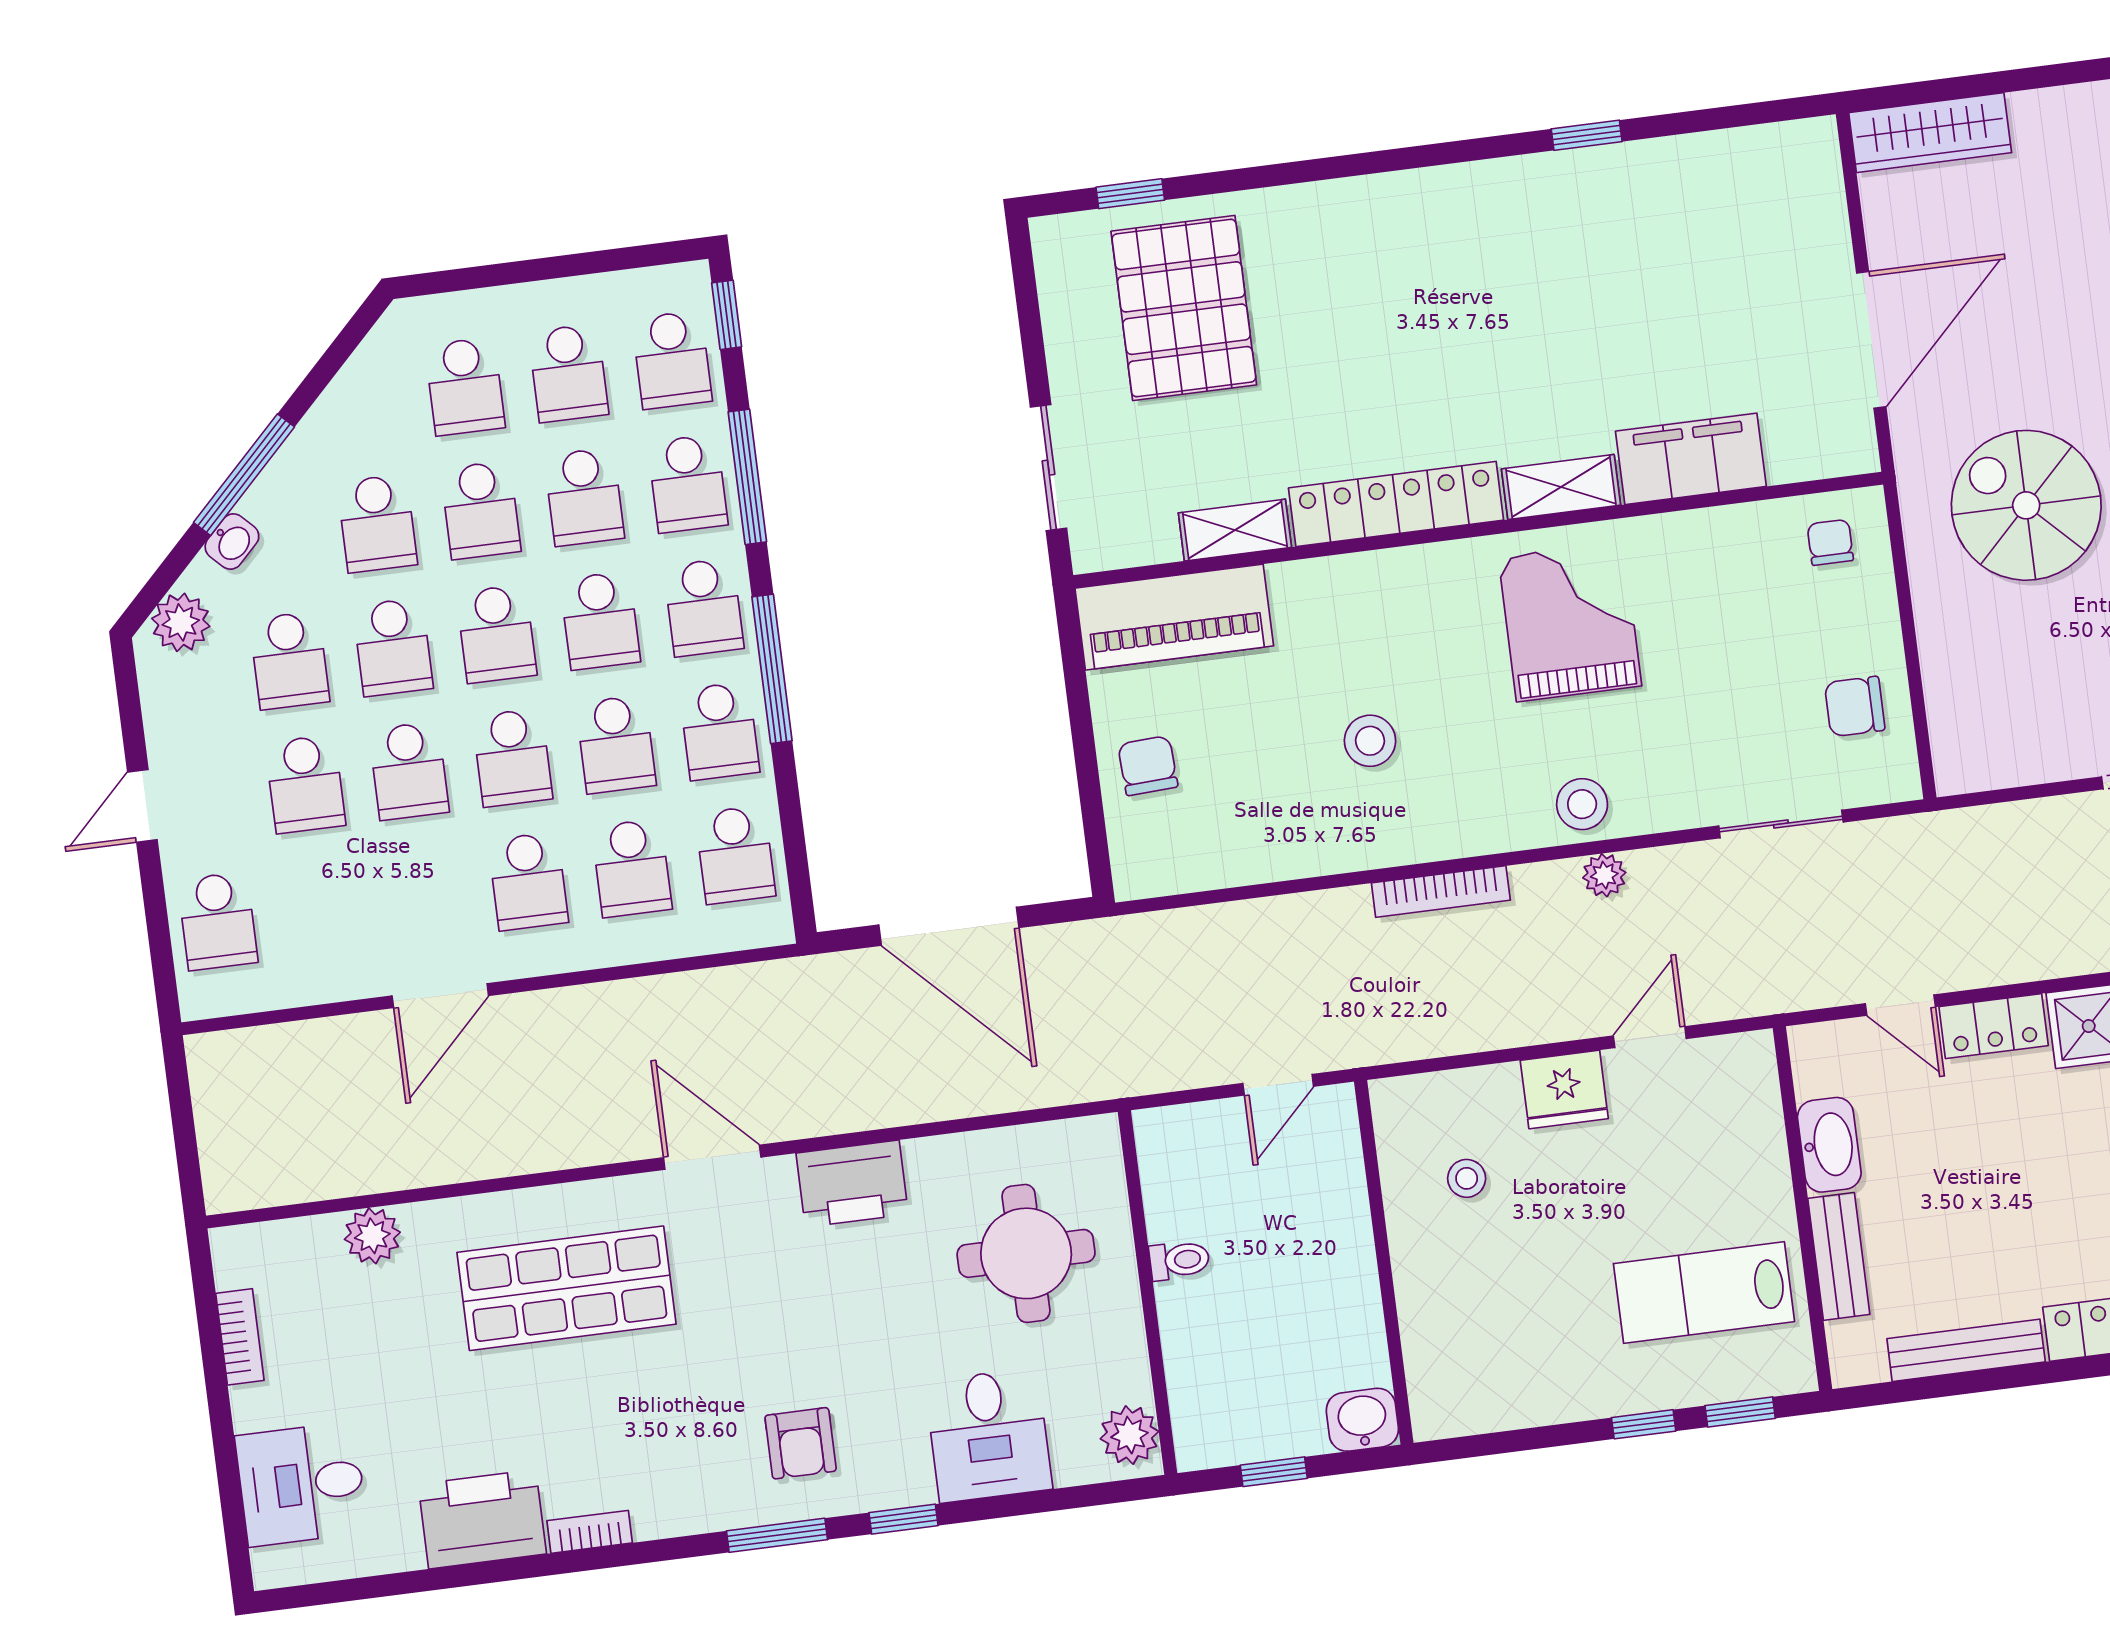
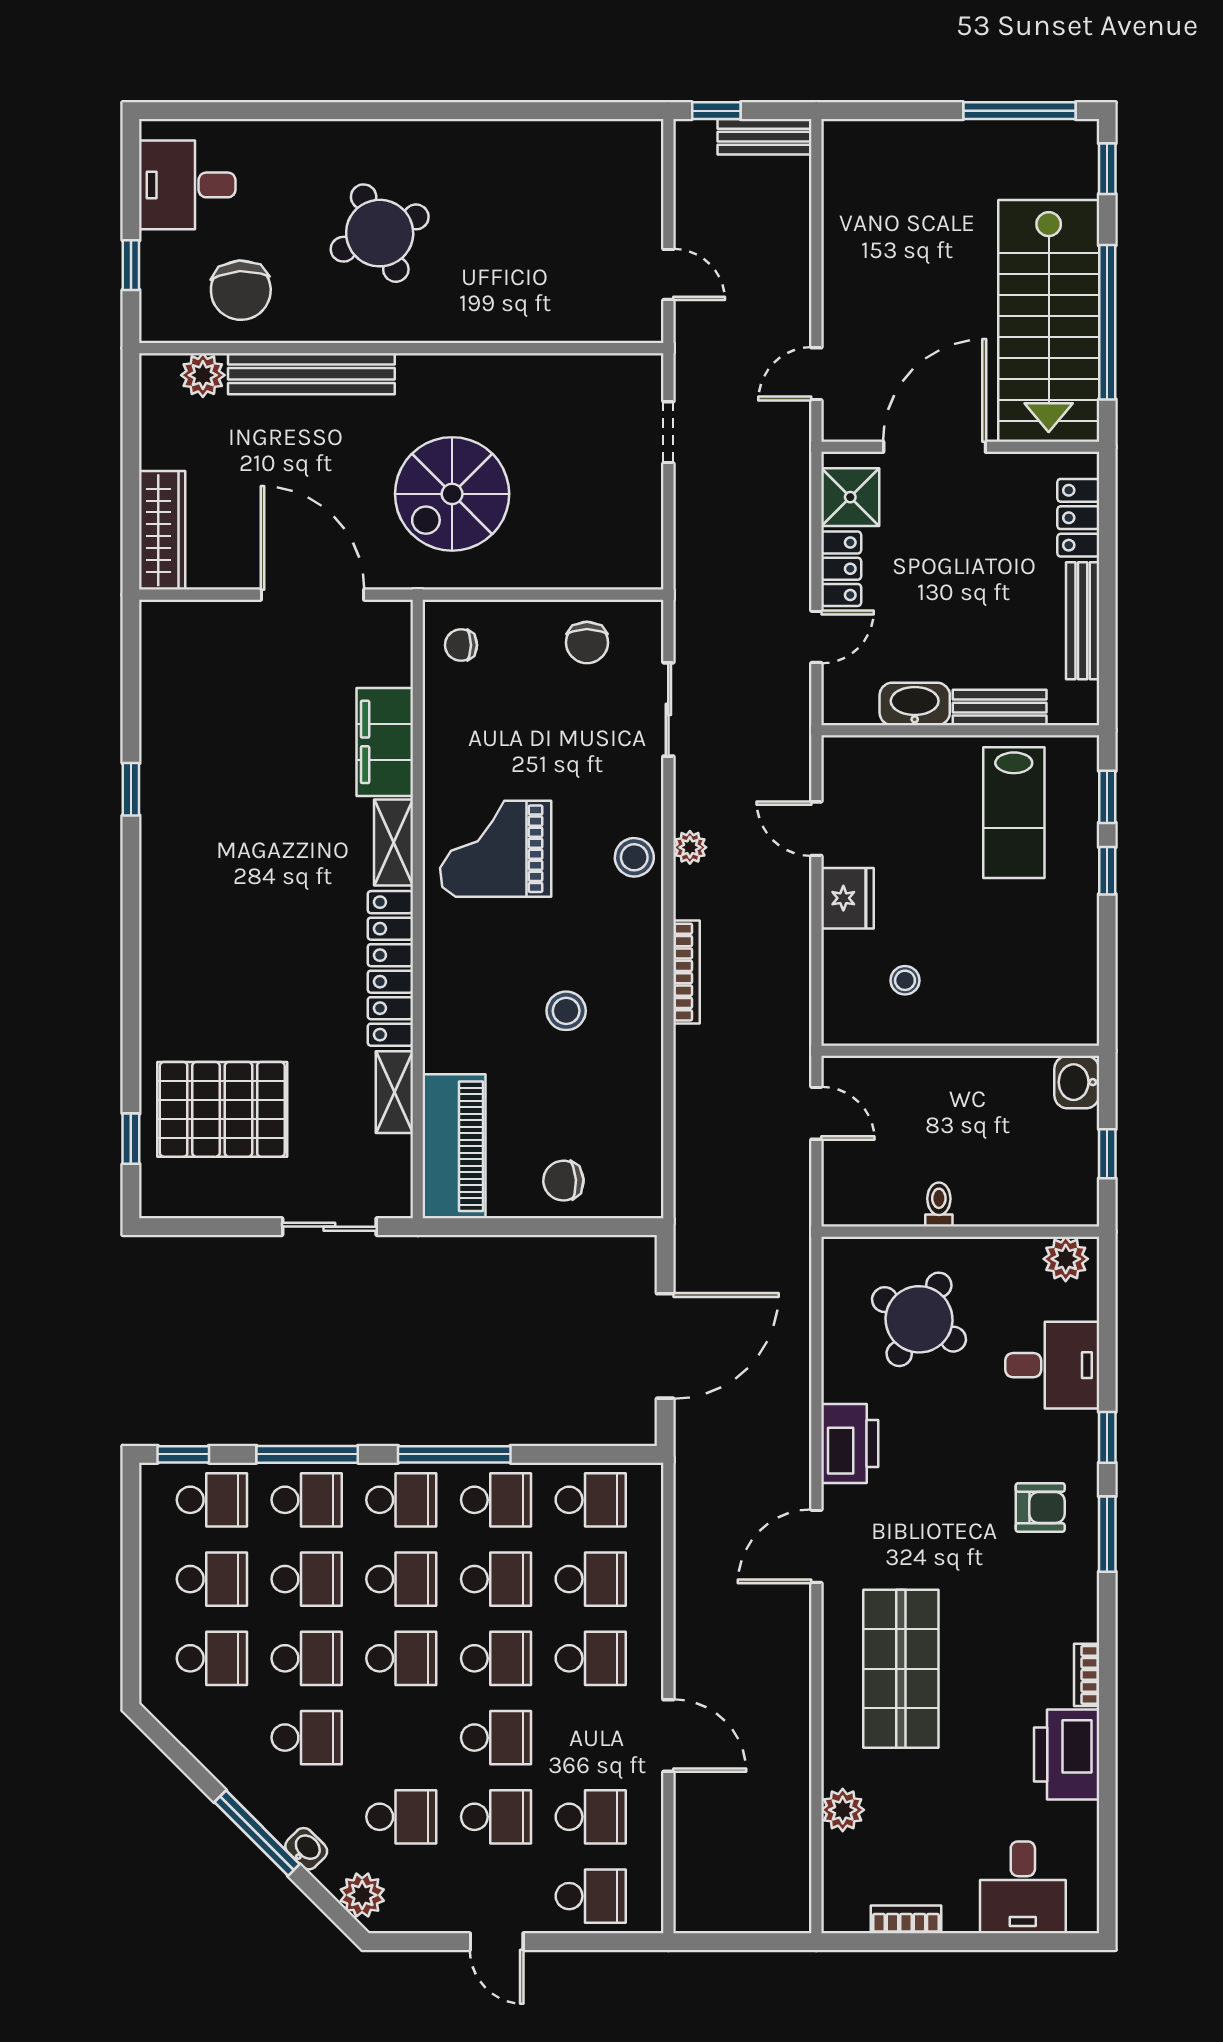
school desk: (393, 647) -> (591, 1817), moved
round table: (1026, 1253) -> (919, 1319), turned 30

